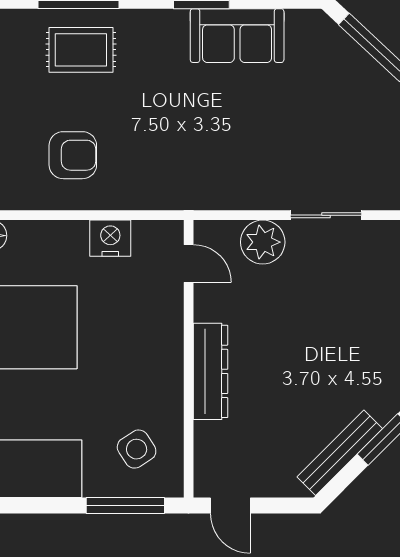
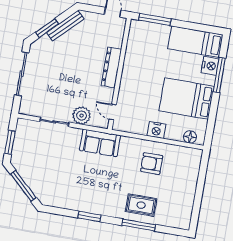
sofa: (237, 36) -> (100, 143), moved, turned 180
nightstand: (110, 238) -> (156, 130), moved
side table: (137, 449) -> (146, 41), removed

